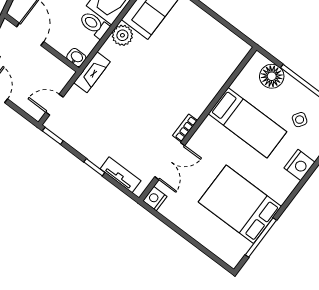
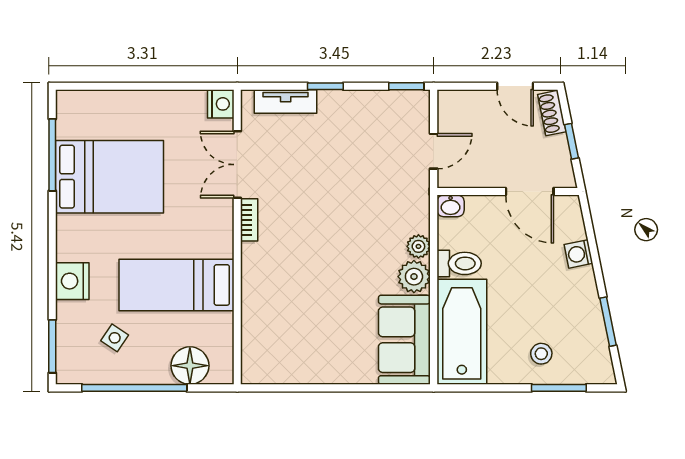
plant: (108, 49) -> (418, 246), added
fireplace: (92, 72) -> (417, 202), removed
door: (54, 105) -> (434, 151), moved

